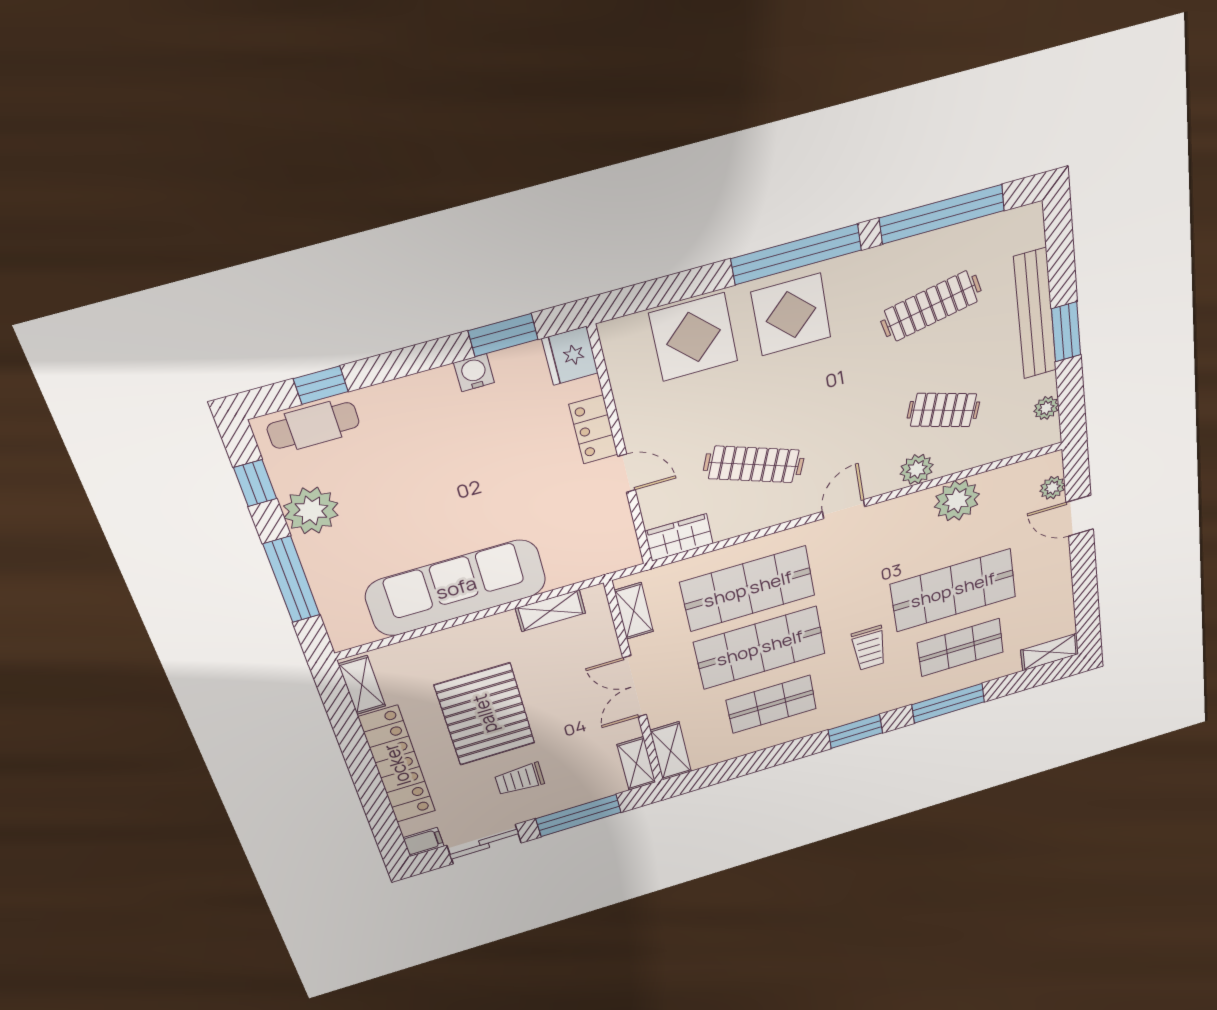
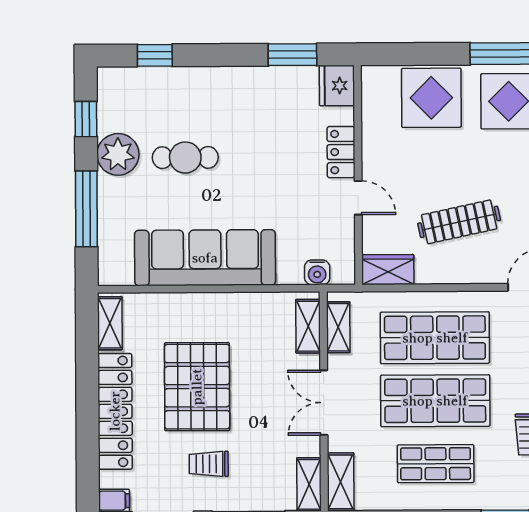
water cooler: (474, 373) -> (317, 272), moved, turned 180
cafe table: (313, 425) -> (185, 158), moved
clothes rail: (754, 464) -> (459, 222), turned -33
shelving: (550, 611) -> (308, 326), moved, turned 90

